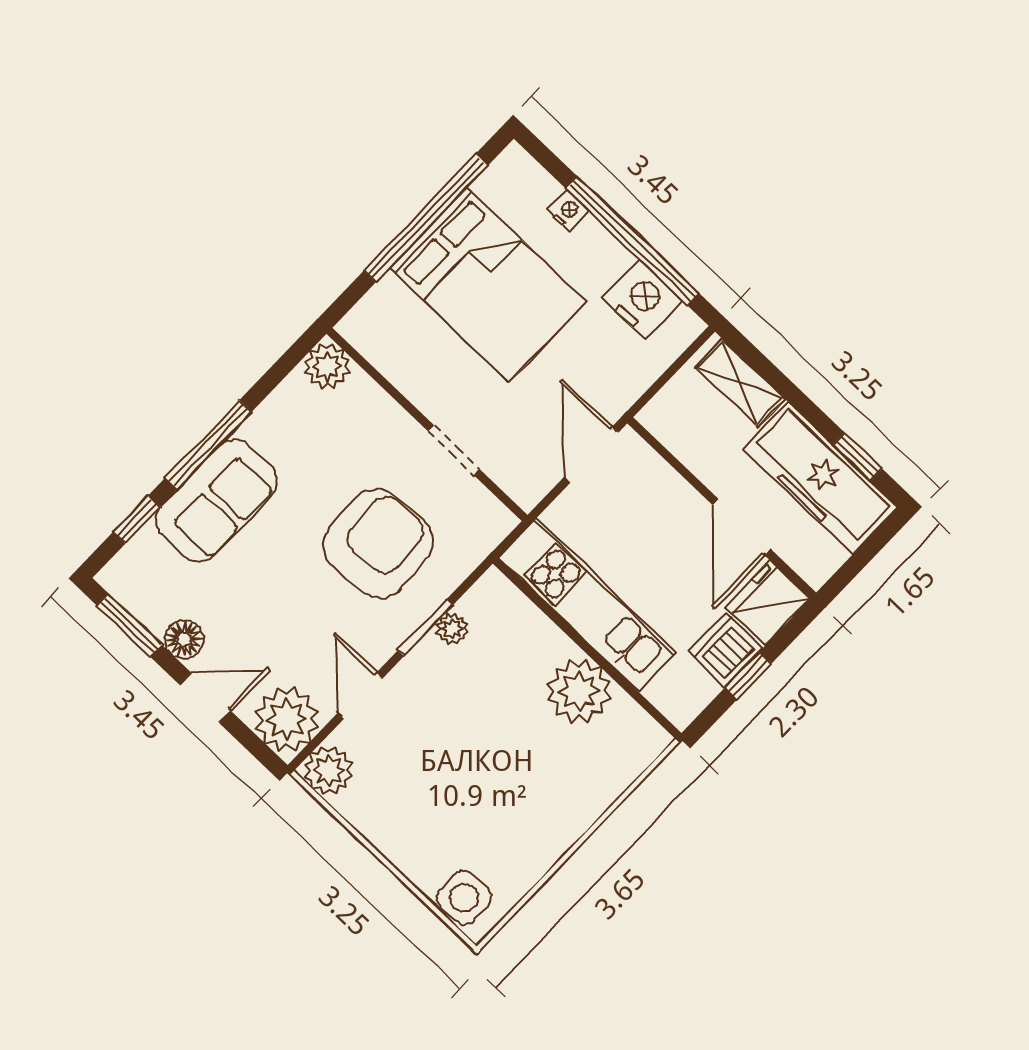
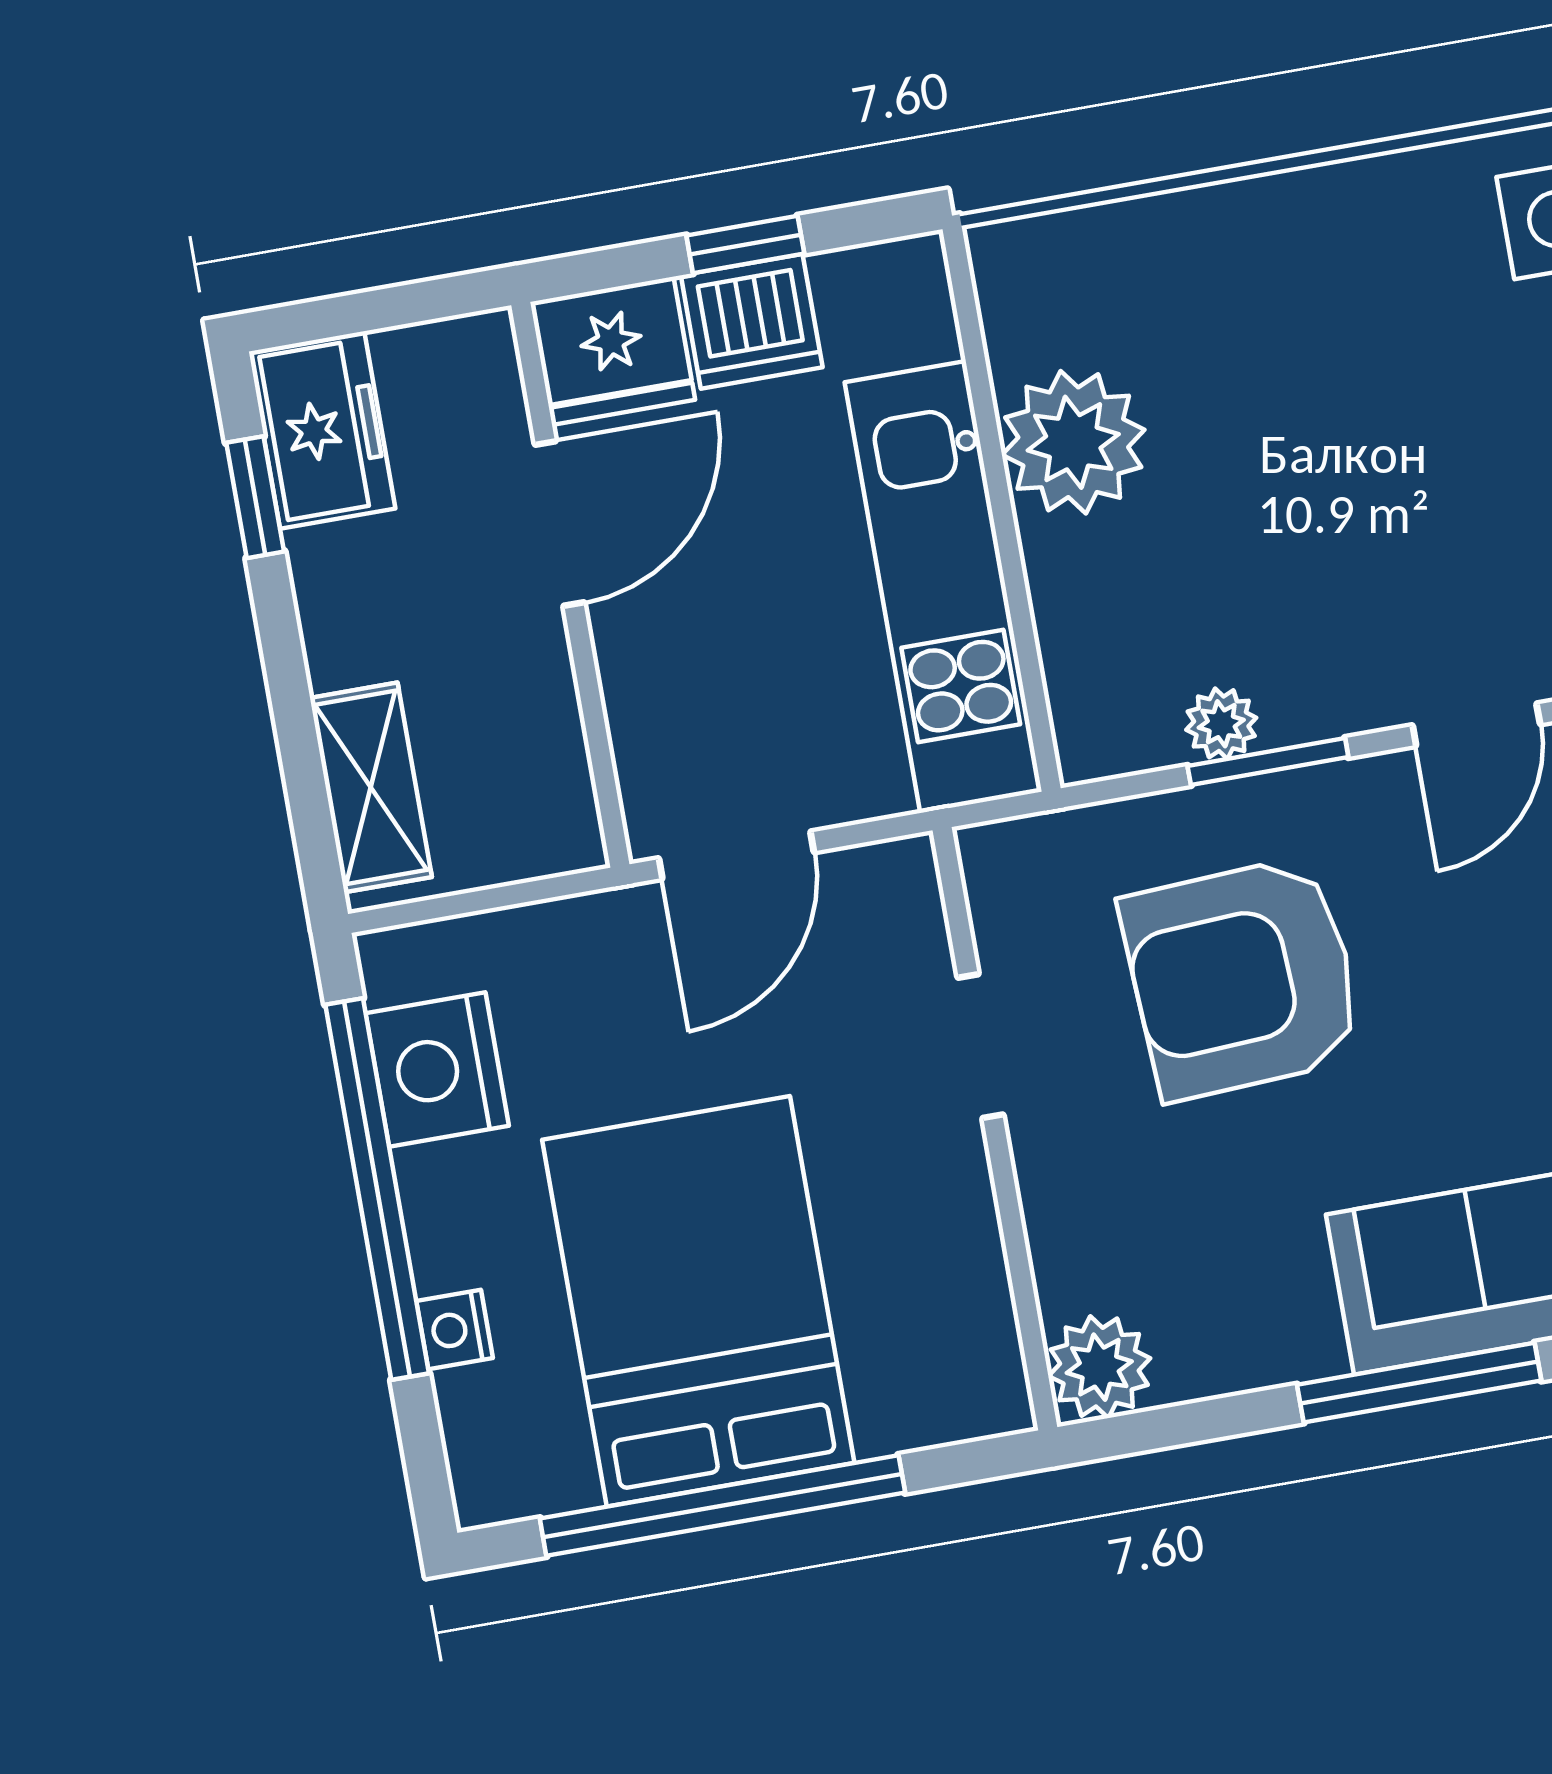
freezer: (820, 478) -> (322, 430), width x0.52, depth x0.79

